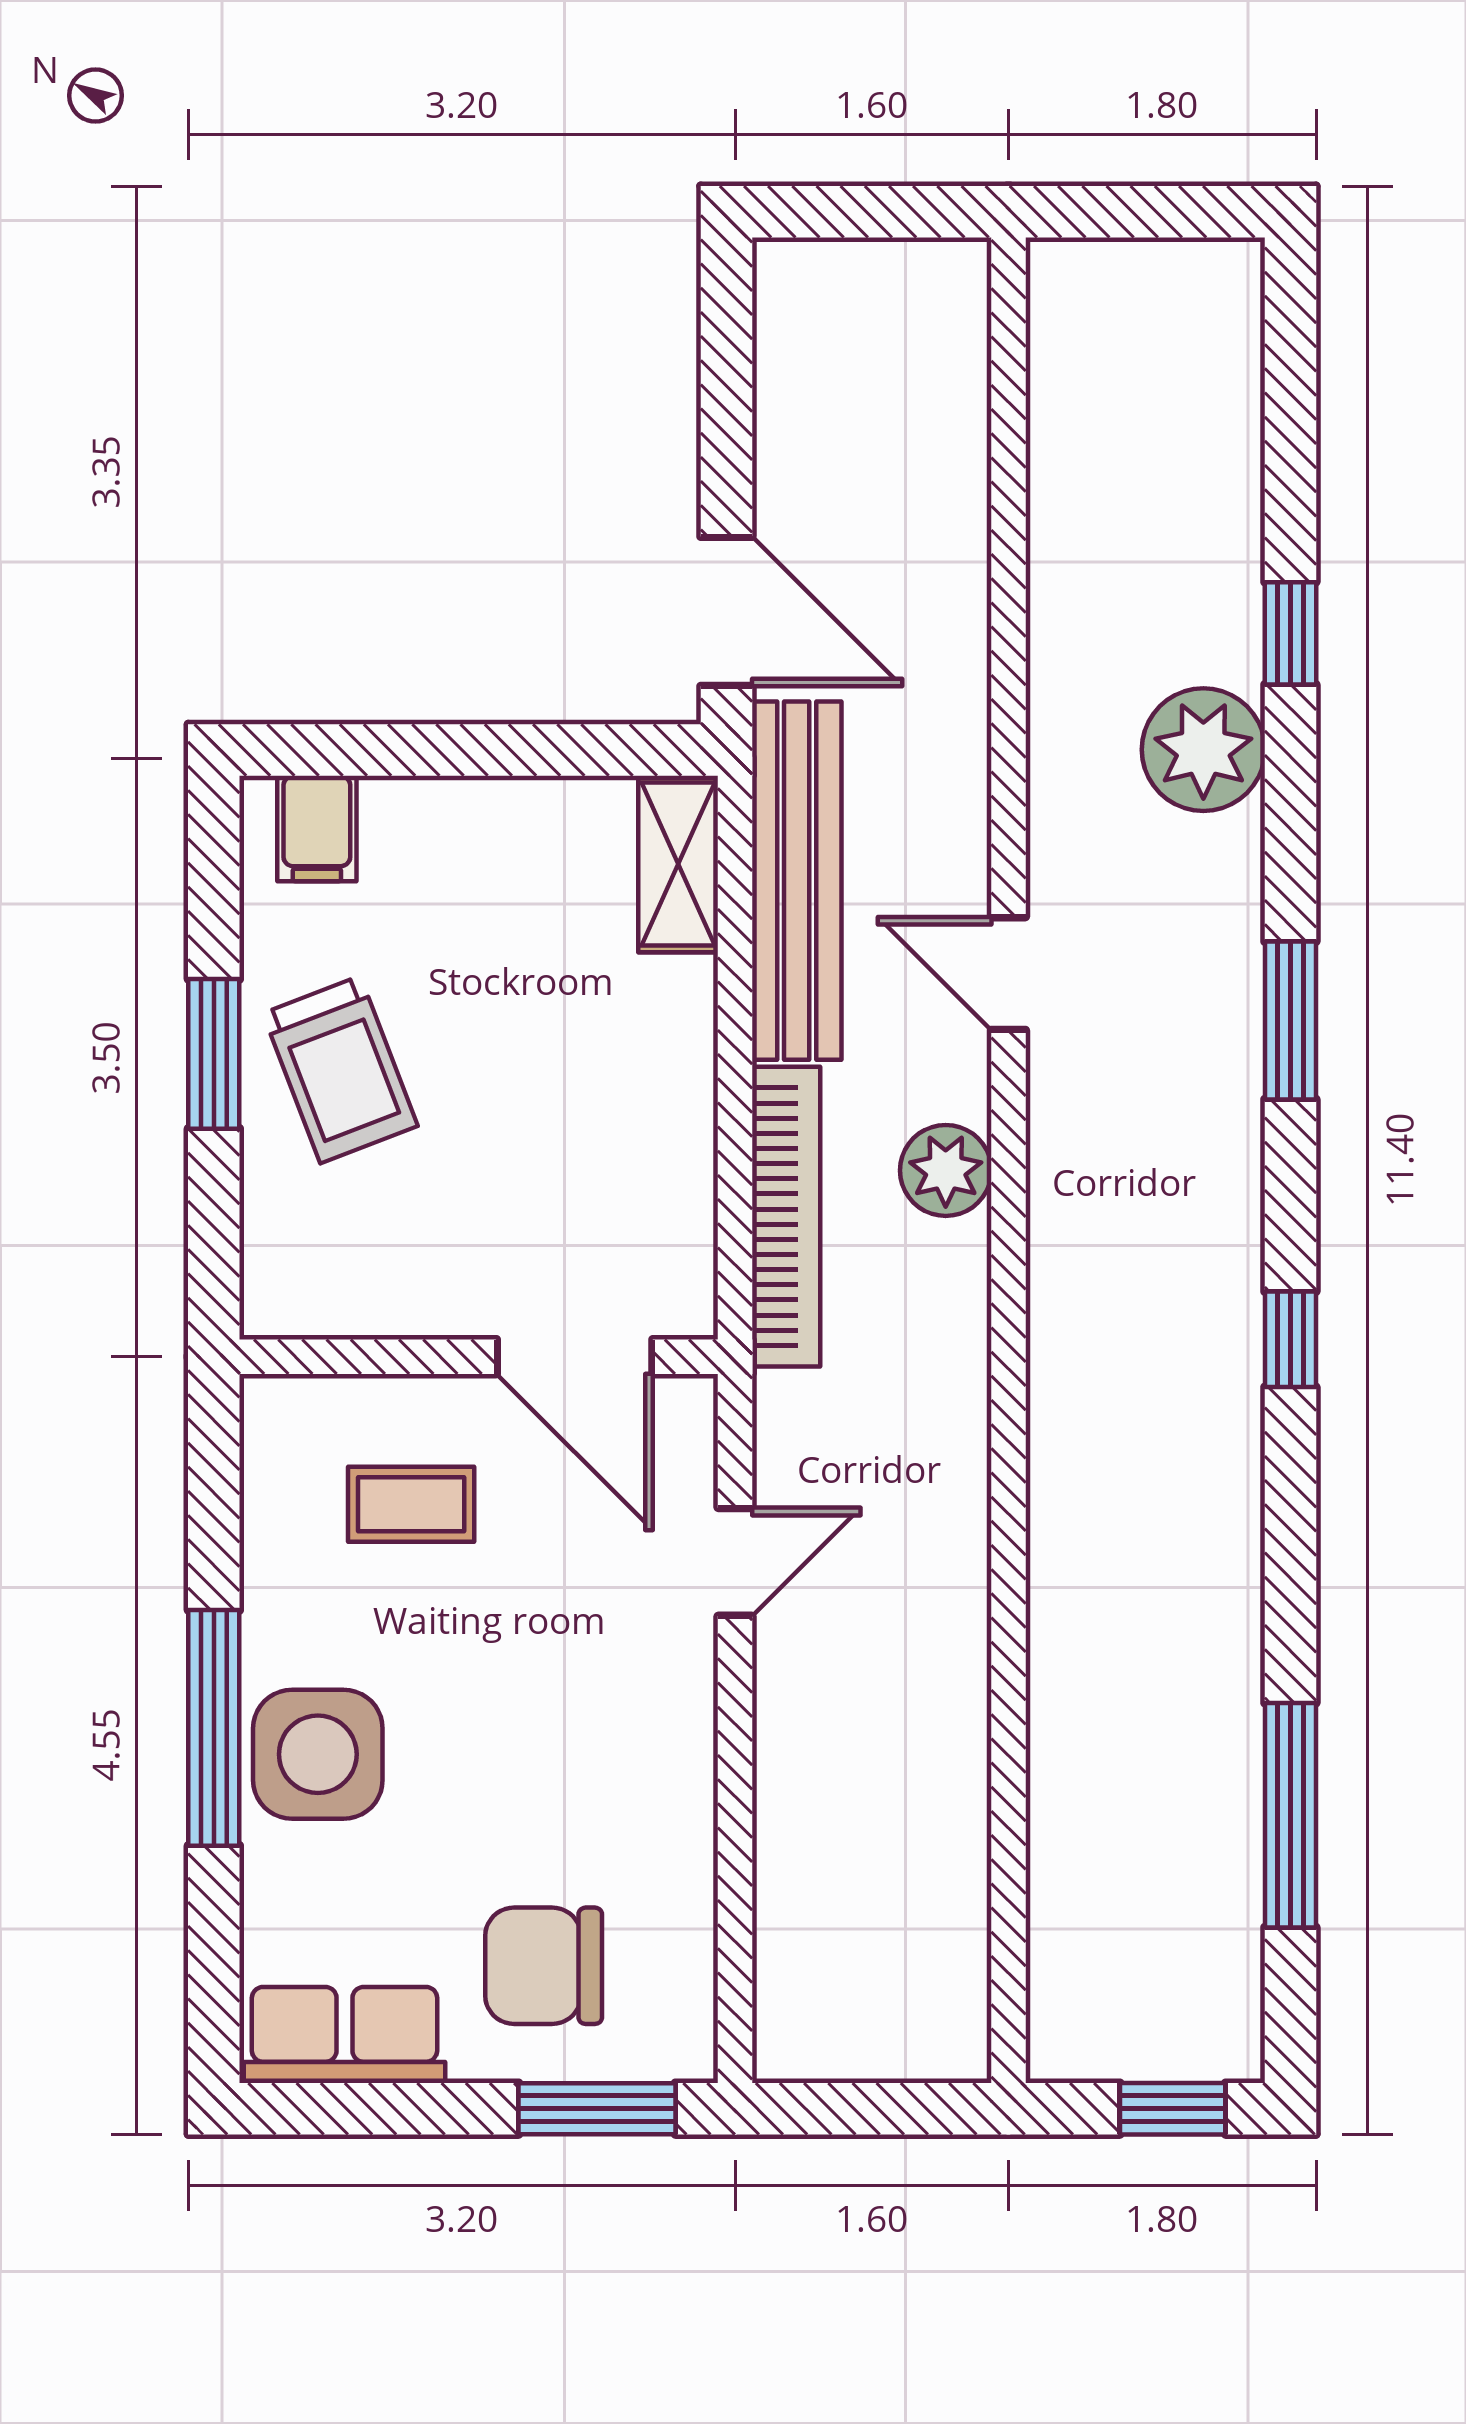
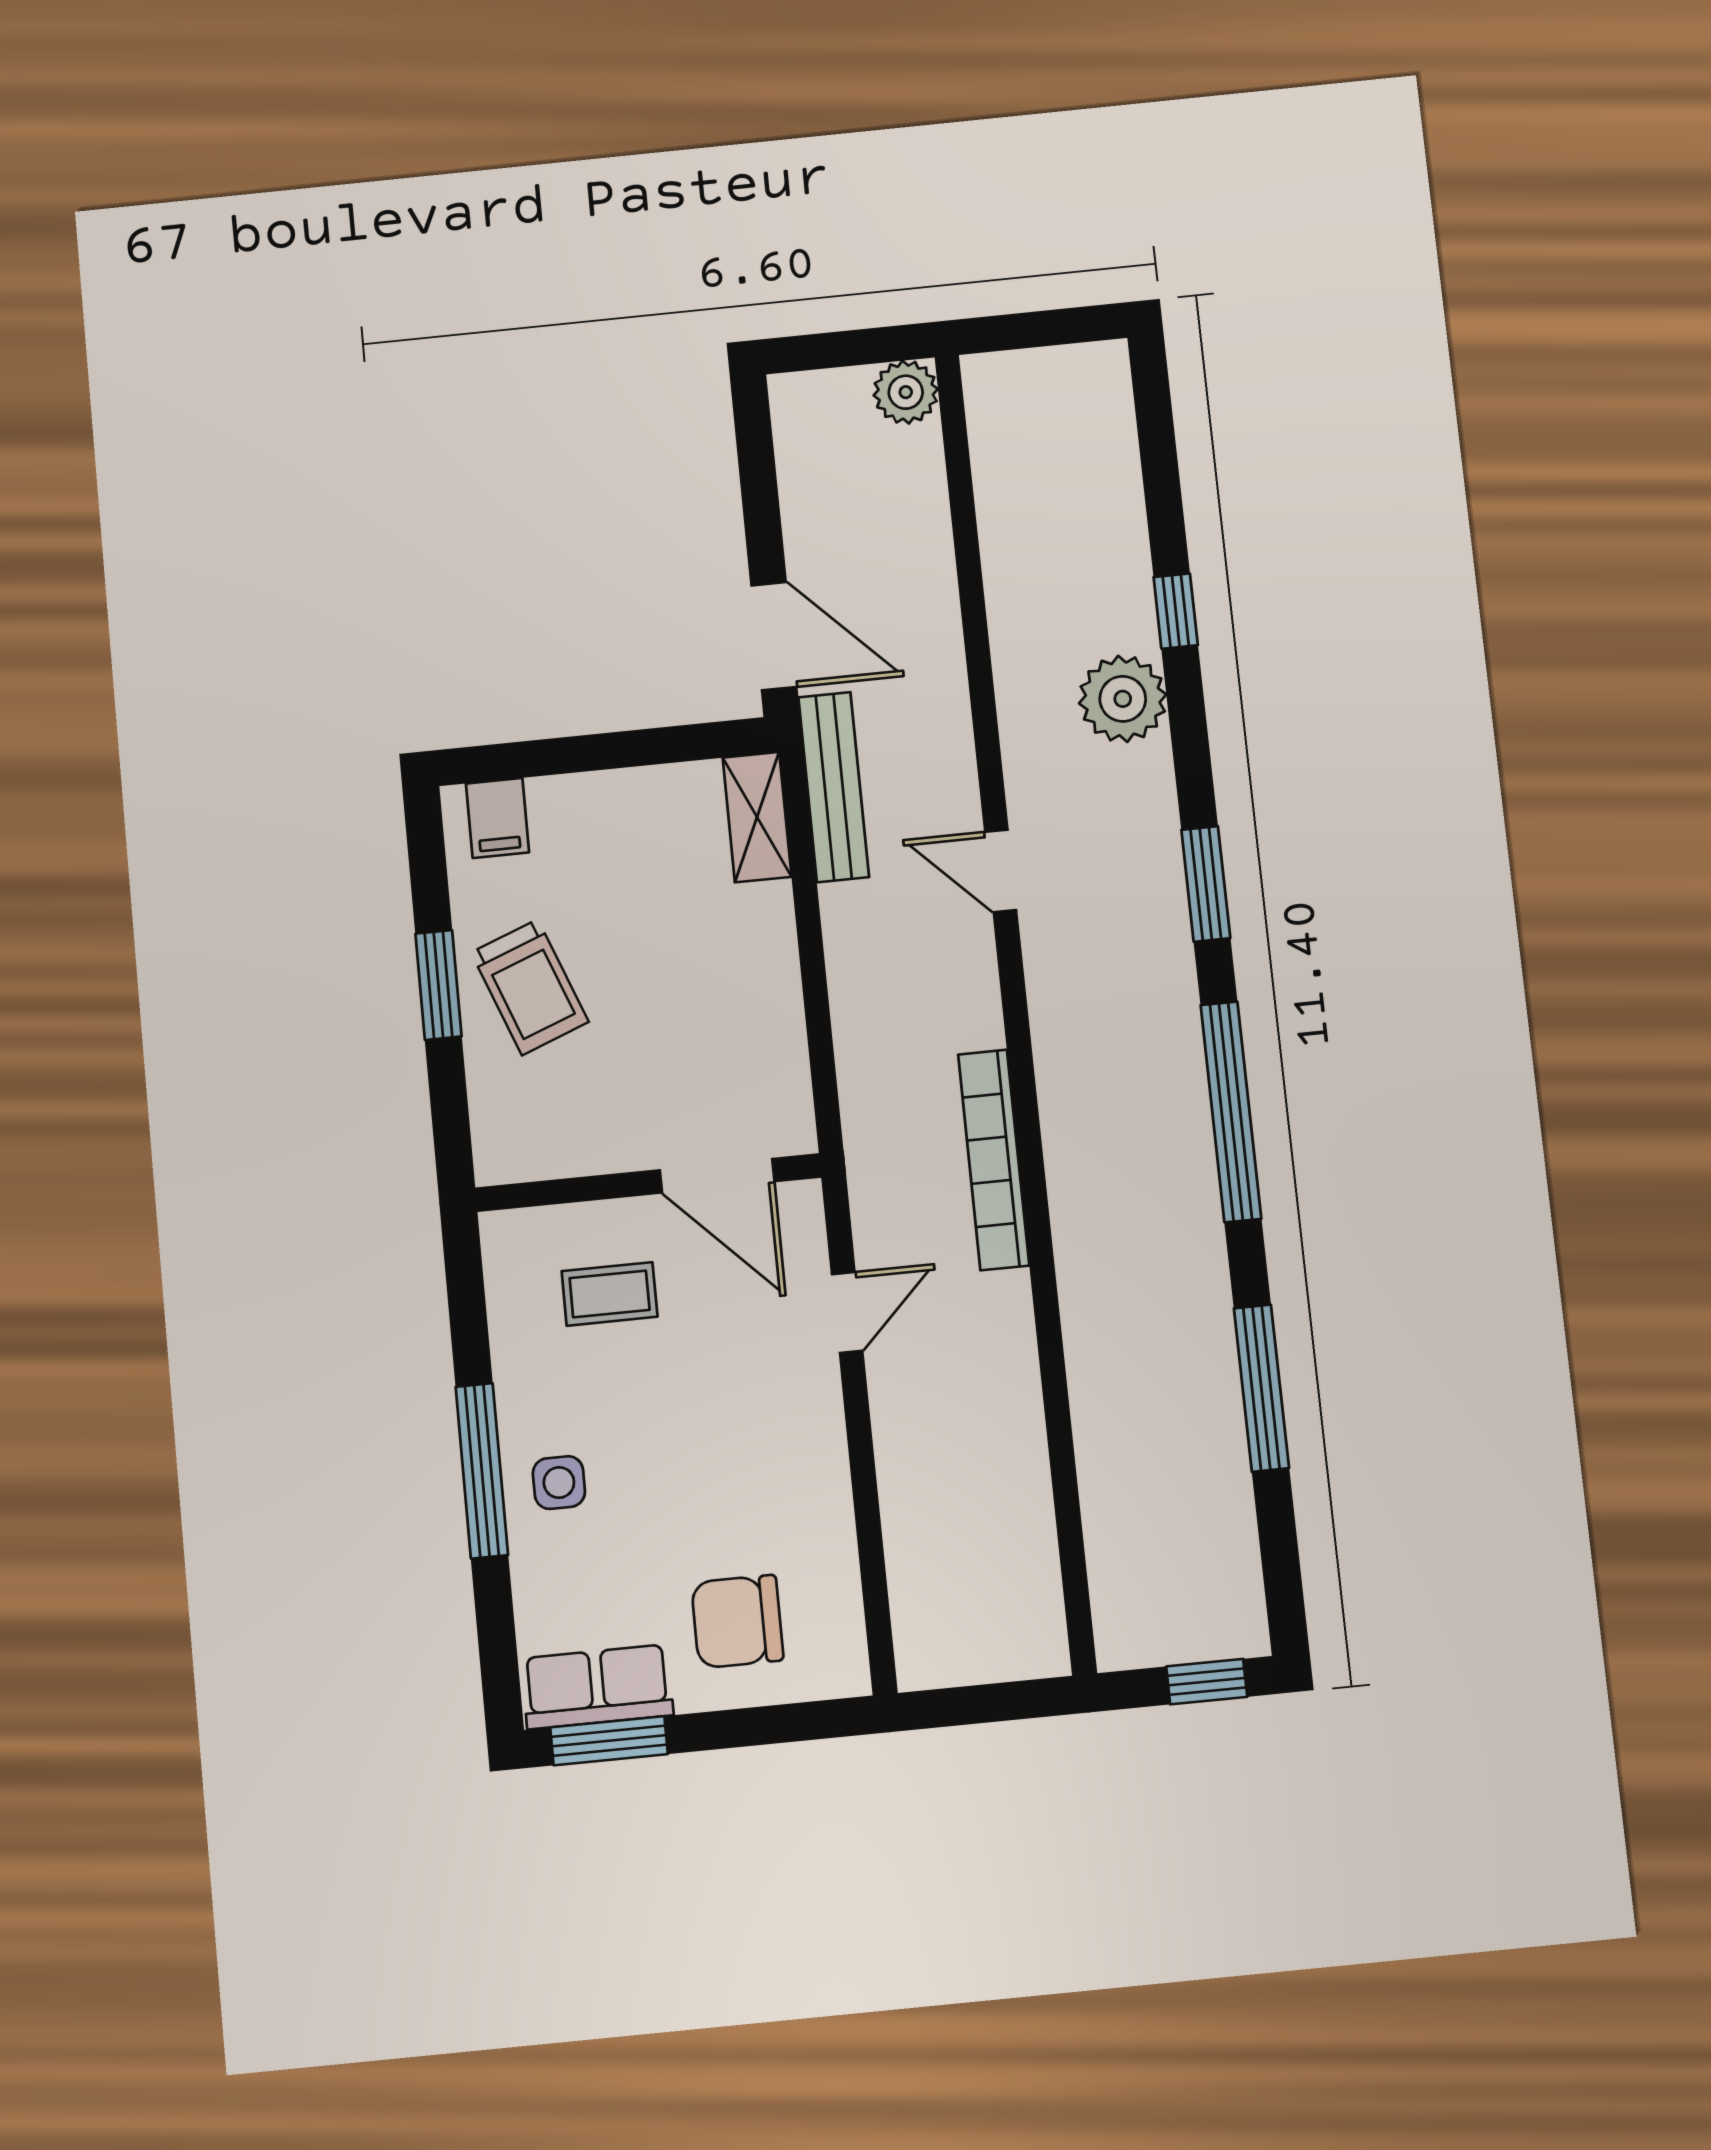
bench: (797, 881) -> (834, 787), width x0.73, depth x0.82
plant: (946, 1170) -> (906, 392), moved
bookcase: (786, 1217) -> (994, 1160), moved, turned 180
window: (1290, 1339) -> (1231, 1112), width x3.17
side table: (318, 1754) -> (559, 1483), width x0.54, depth x0.54
window: (1290, 1815) -> (1261, 1388), moved
window: (597, 2109) -> (609, 1741), moved

